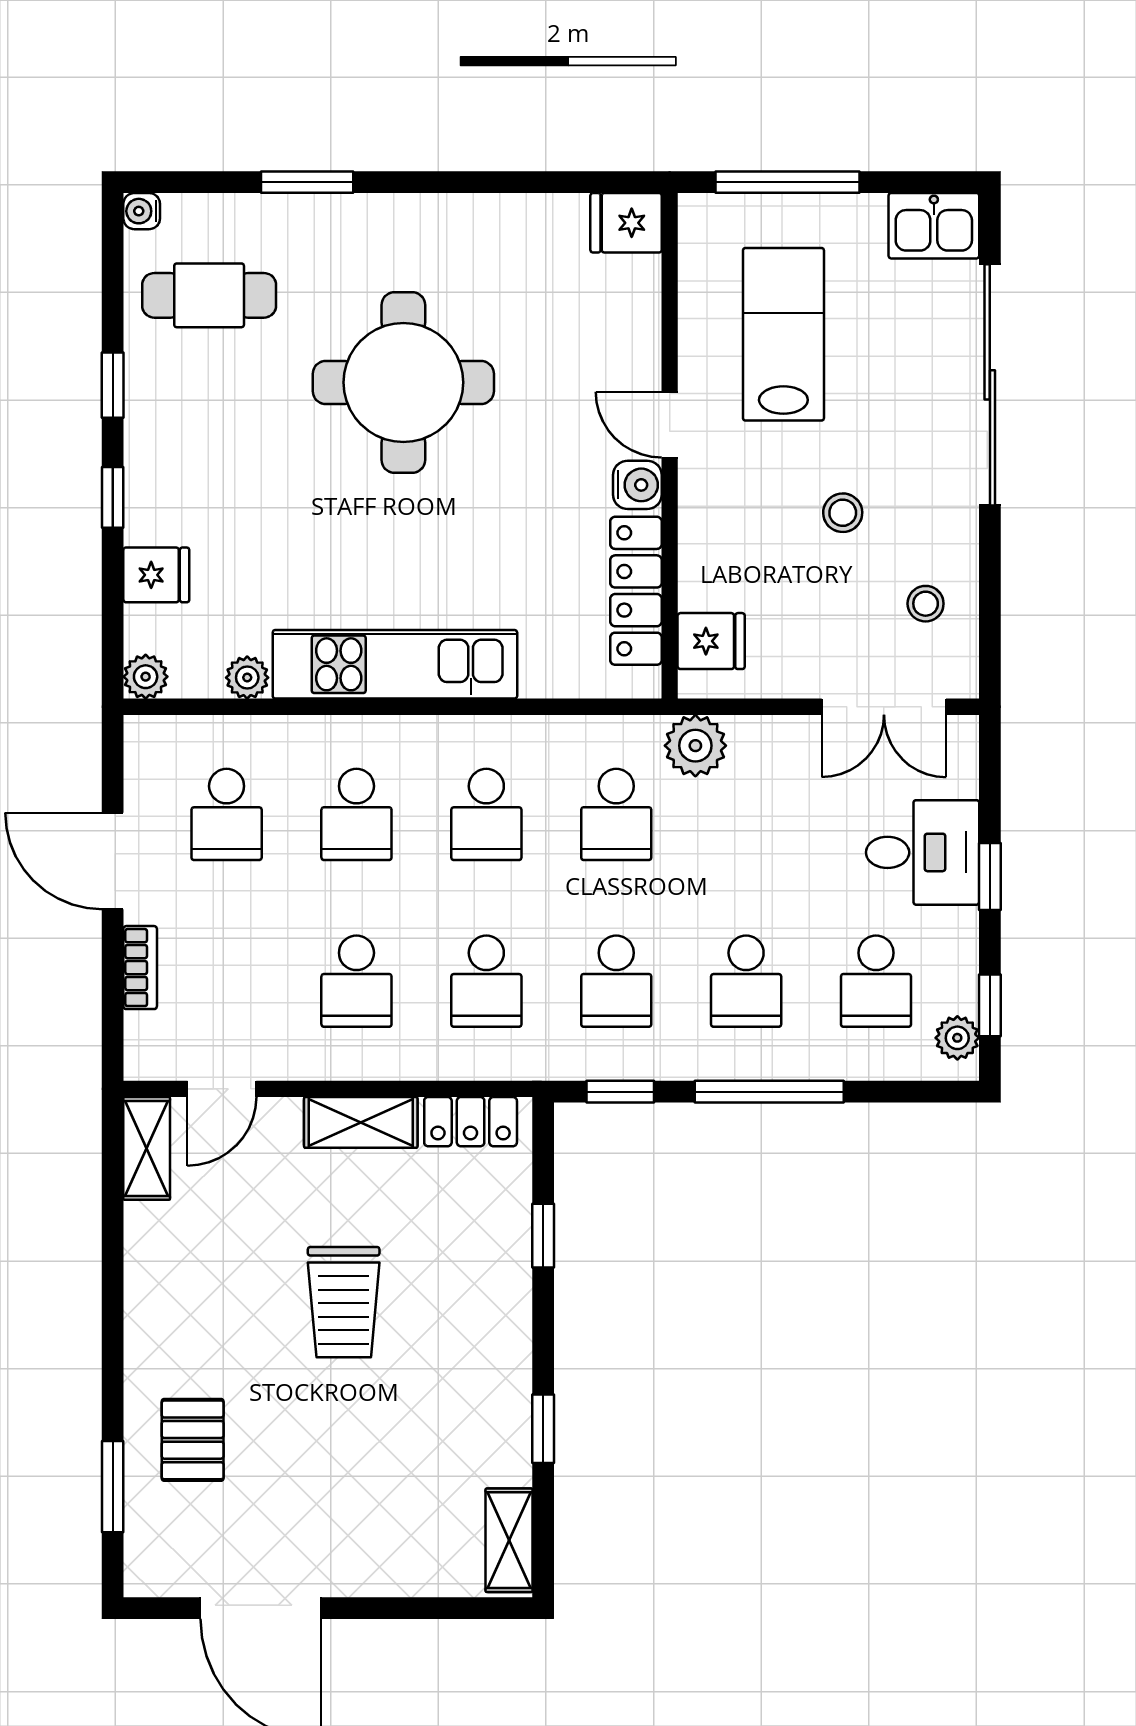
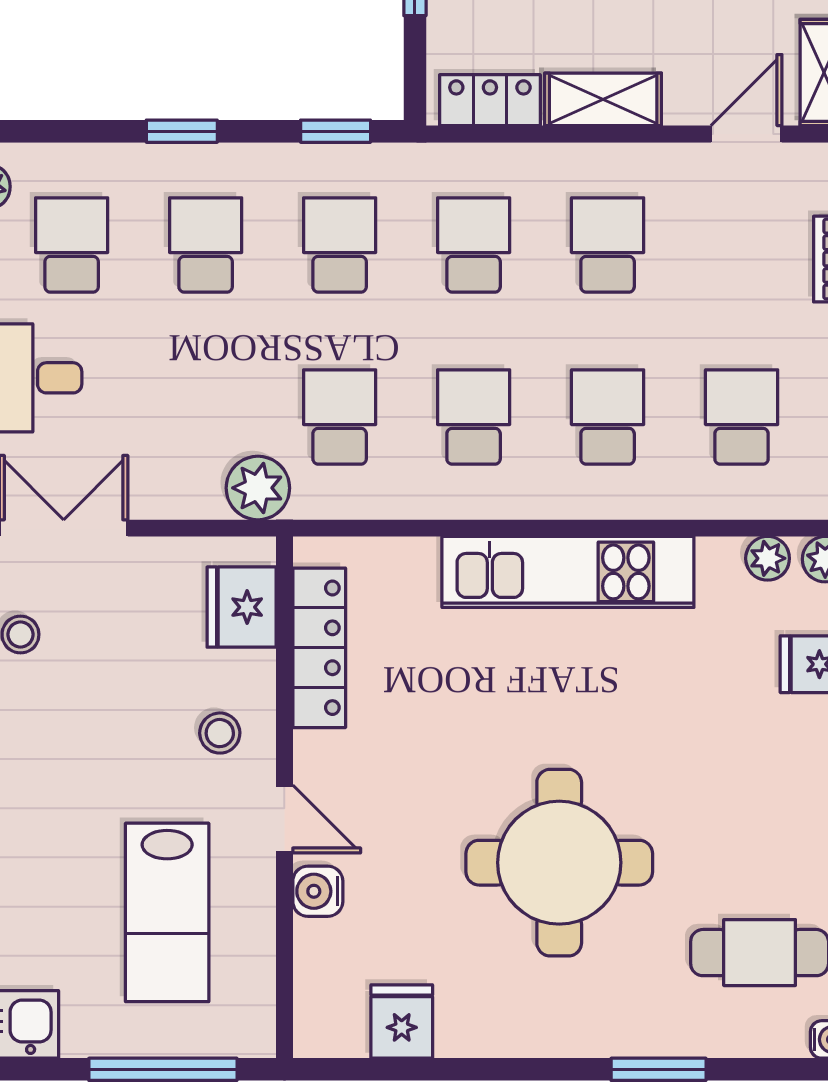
fridge: (626, 223) -> (402, 1022), moved, turned -90
water cooler: (637, 485) -> (318, 891), moved
stool: (843, 513) -> (220, 733), moved
fridge: (711, 641) -> (242, 607), width x1.38
plant: (247, 678) -> (768, 558), moved
window: (769, 1092) -> (182, 131), width x0.46

